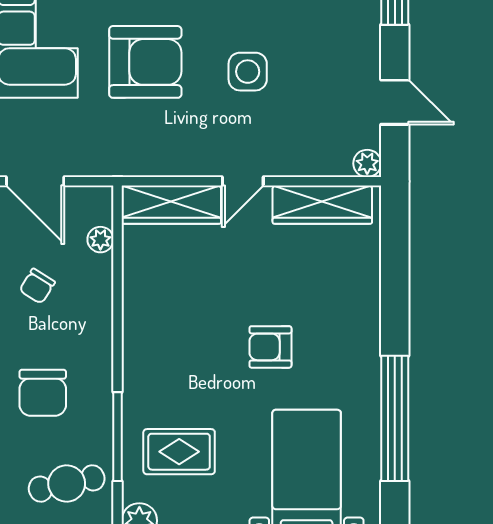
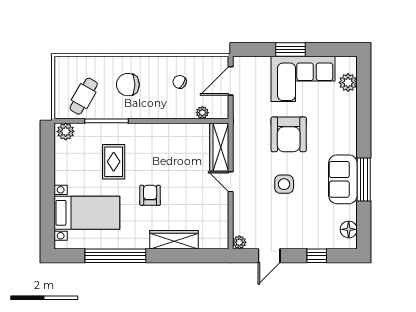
wardrobe: (322, 205) -> (174, 240), moved, turned 90
rug: (179, 452) -> (114, 162), moved
cafe table: (67, 483) -> (84, 96), turned 42

